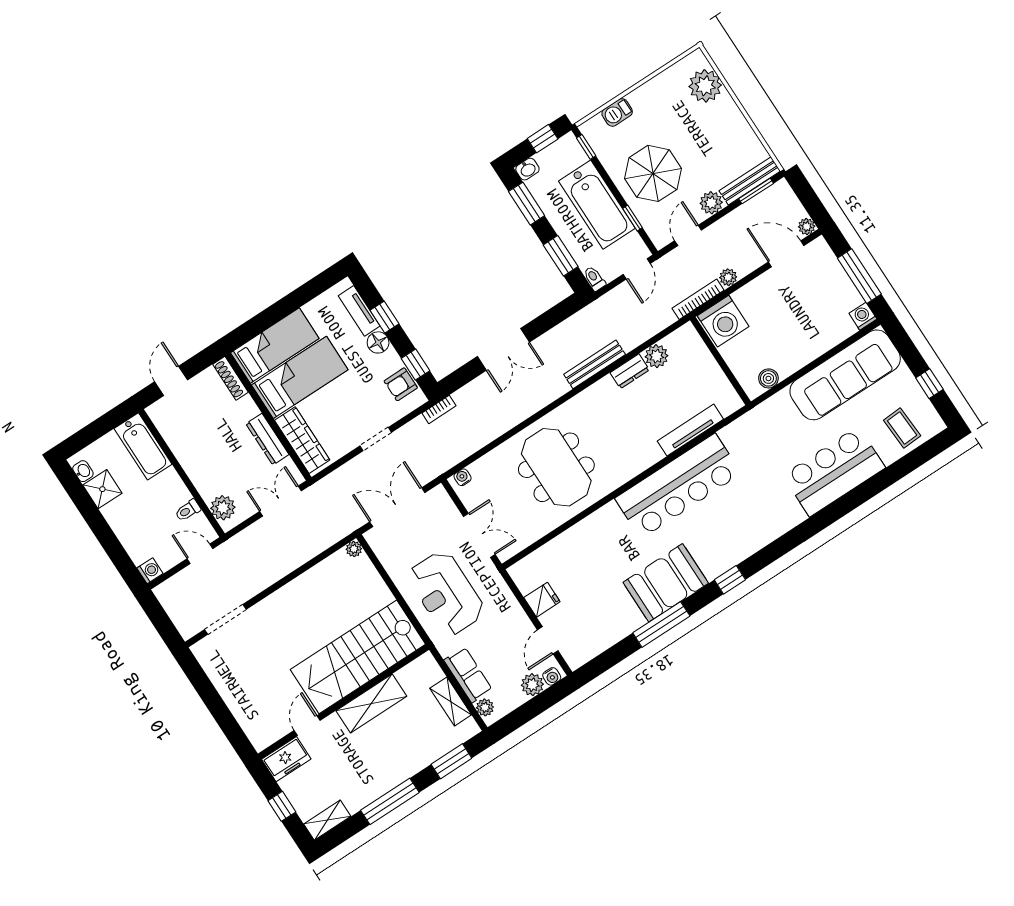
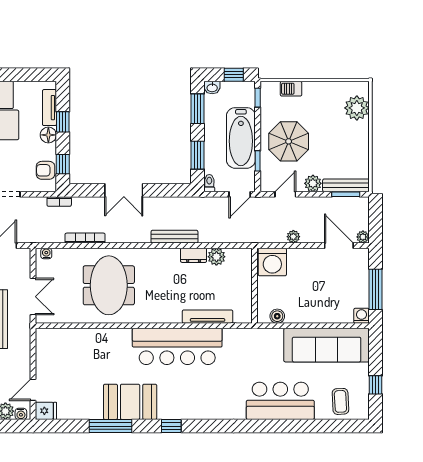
bookcase: (698, 299) -> (85, 238), moved
fridge: (542, 600) -> (46, 411), moved

